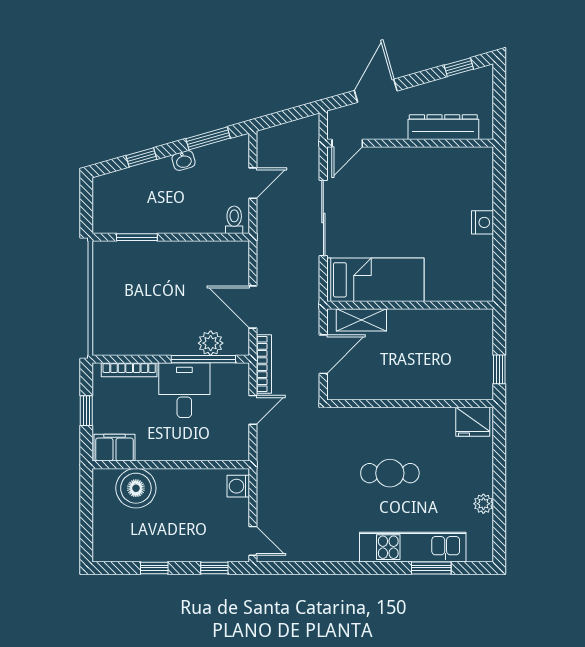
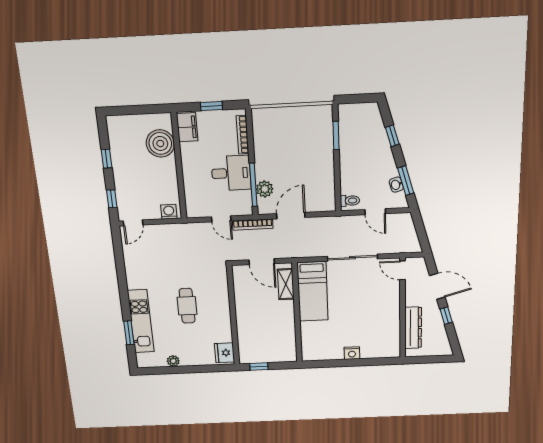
window: (459, 67) -> (446, 316), moved
washbasin: (184, 160) -> (396, 185), moved

